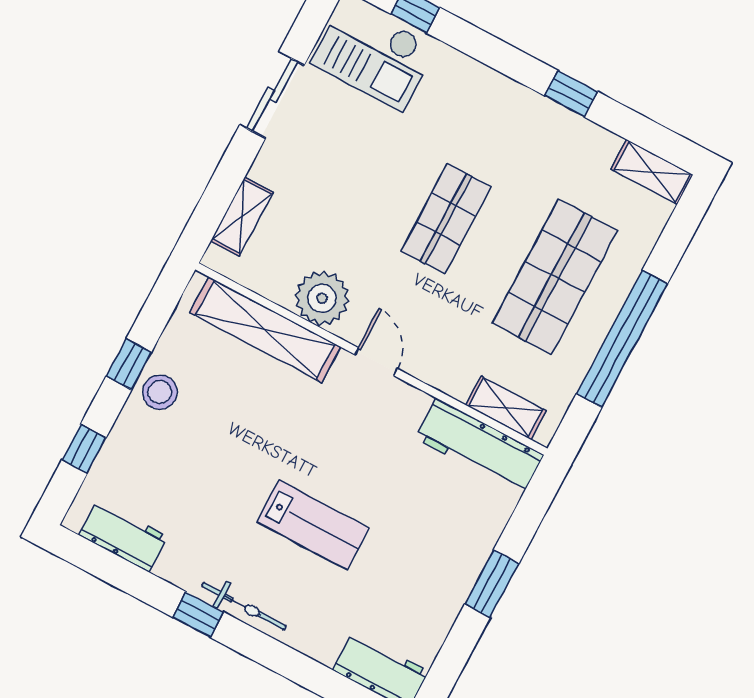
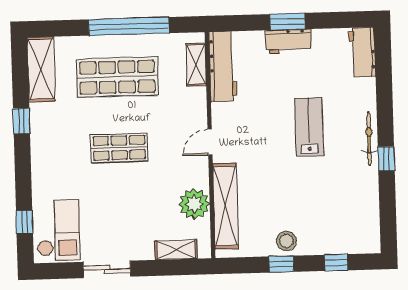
shelving: (652, 172) -> (41, 69), width x1.50, depth x1.33
plant: (322, 298) -> (194, 204), moved
workbench: (123, 536) -> (289, 41), moved, turned -90

